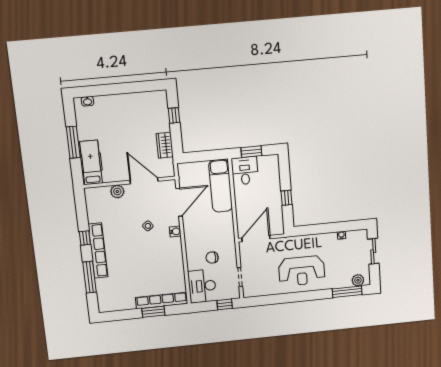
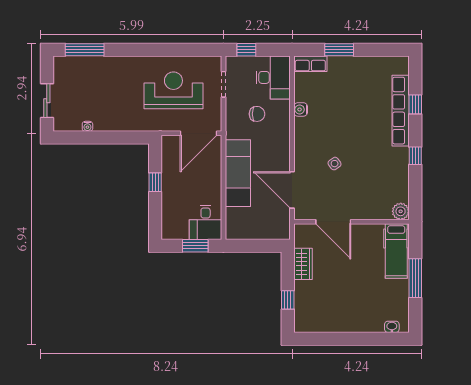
exam couch: (221, 186) -> (238, 173), moved
plant: (117, 191) -> (401, 211), moved
door: (179, 202) -> (292, 190), hinge flipped
water cooler: (175, 232) -> (301, 109), moved
row of seats: (98, 250) -> (401, 111), moved
reception desk: (302, 271) -> (173, 90), moved
window: (90, 277) -> (415, 104), width x0.46
plant: (358, 280) -> (69, 64), removed
row of seats: (162, 301) -> (310, 64), width x0.50

